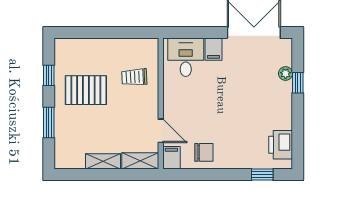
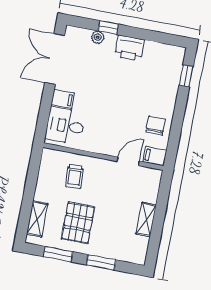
window: (49, 75) -> (58, 254), width x1.50
printer: (281, 145) -> (130, 48), moved
shelving: (140, 161) -> (37, 219), moved

